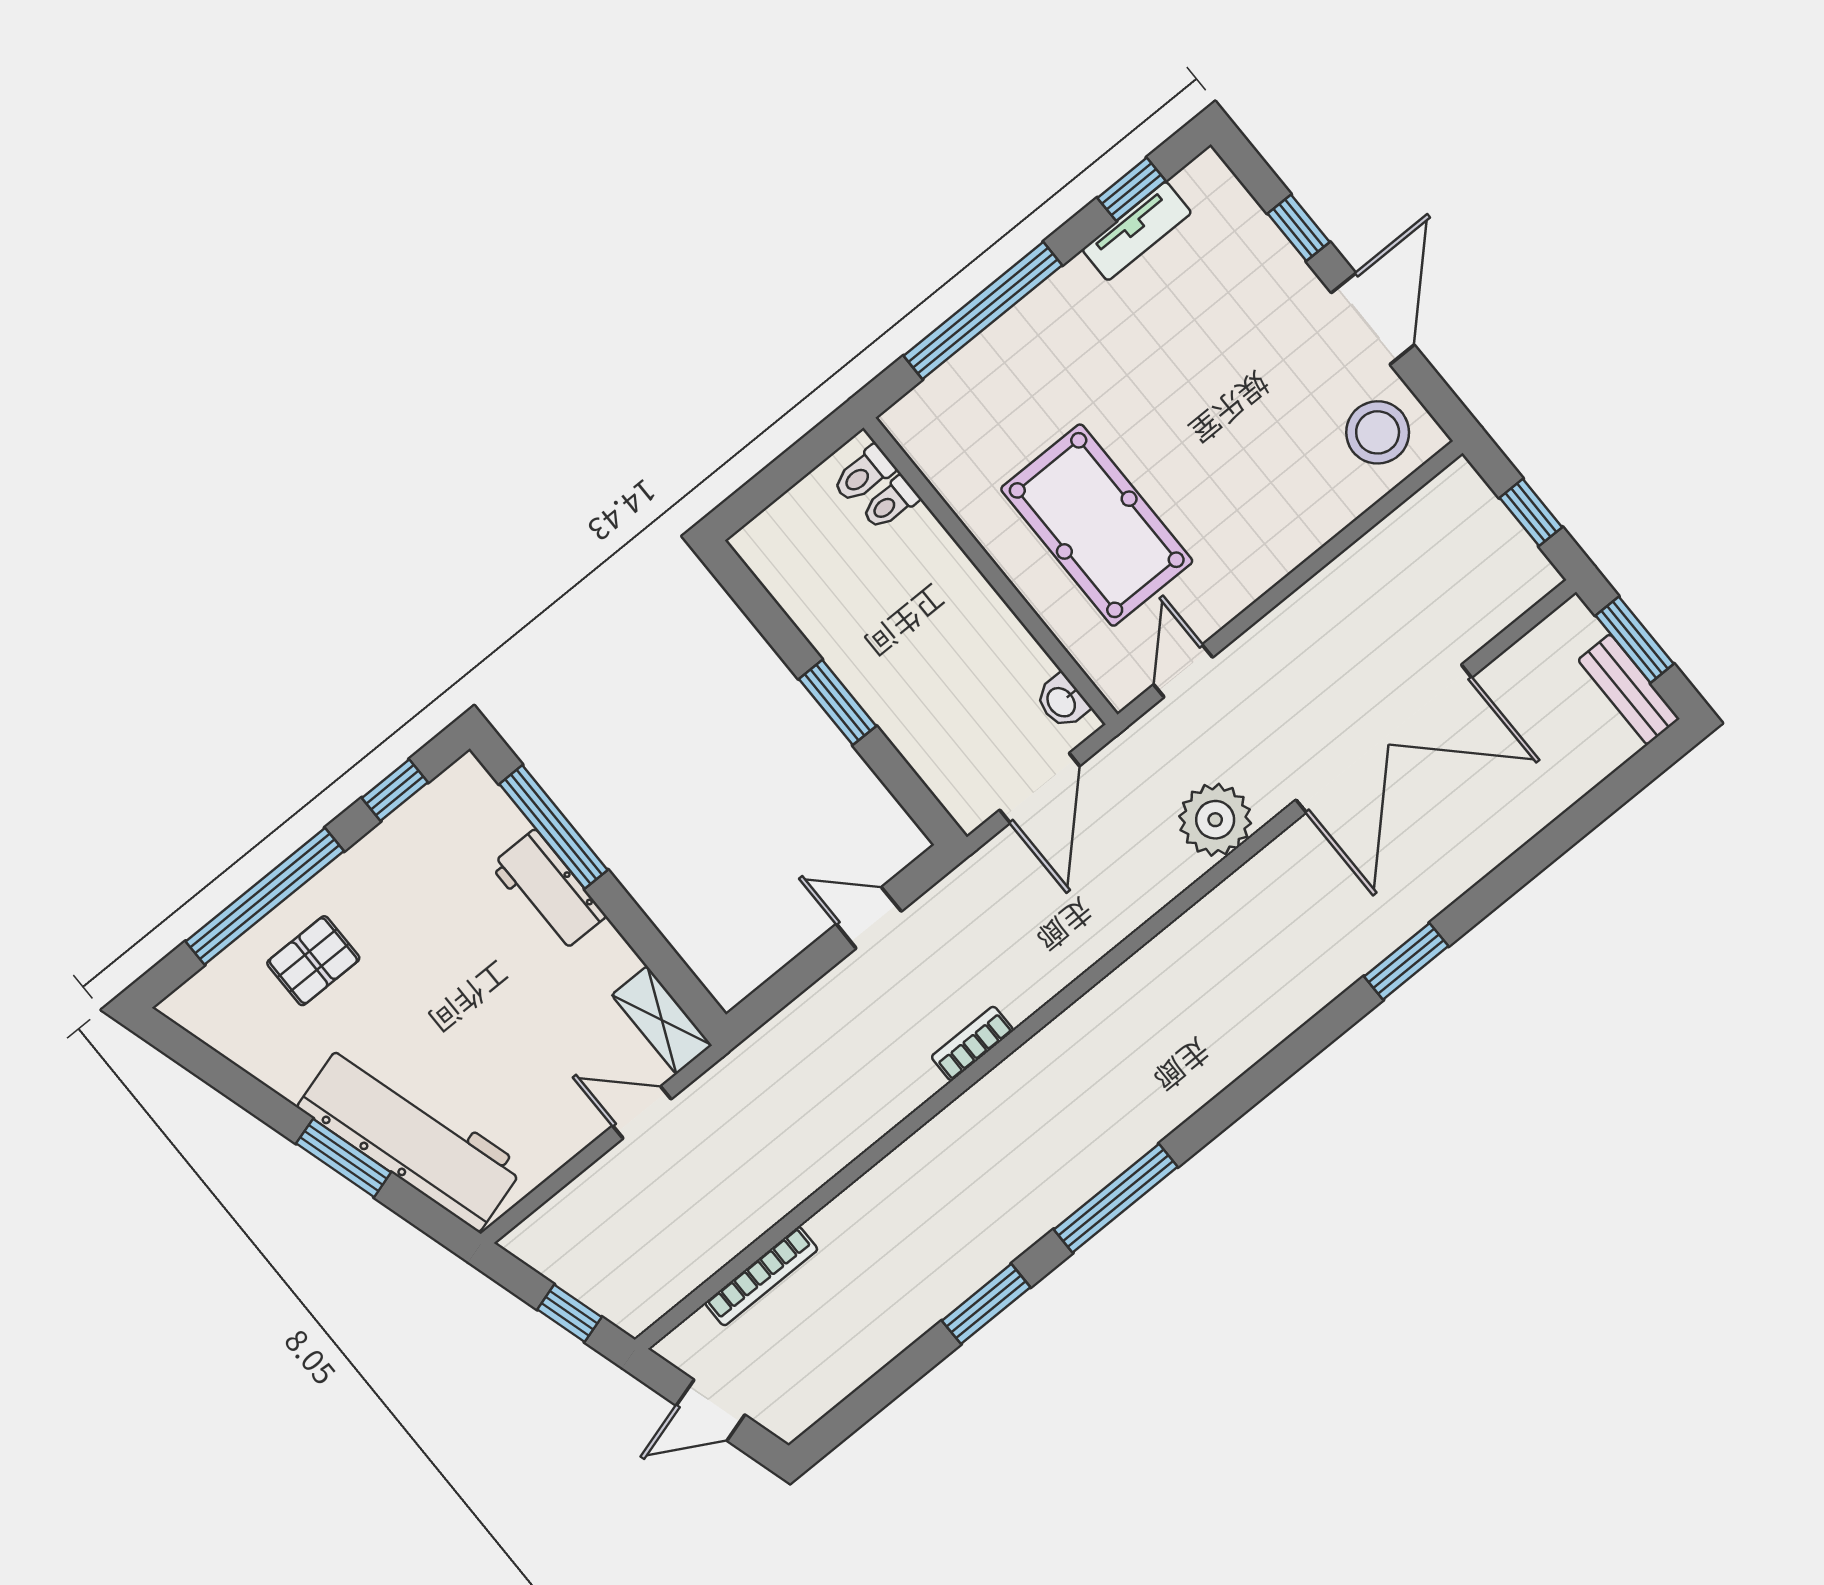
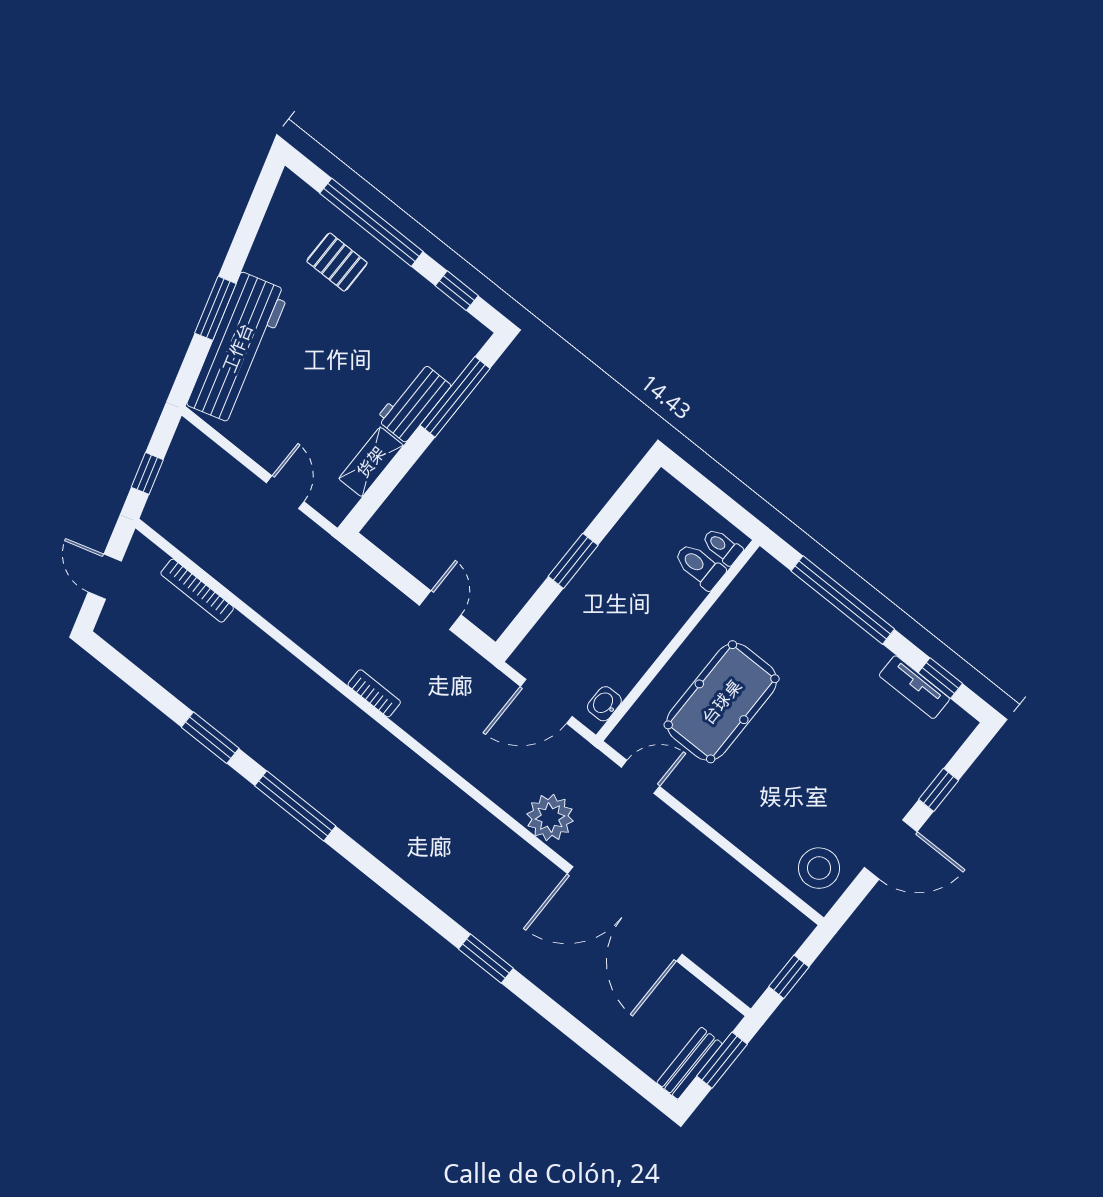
toilet: (890, 503) -> (699, 566), width x1.37, depth x1.39
shelving: (662, 1020) -> (371, 462), moved

